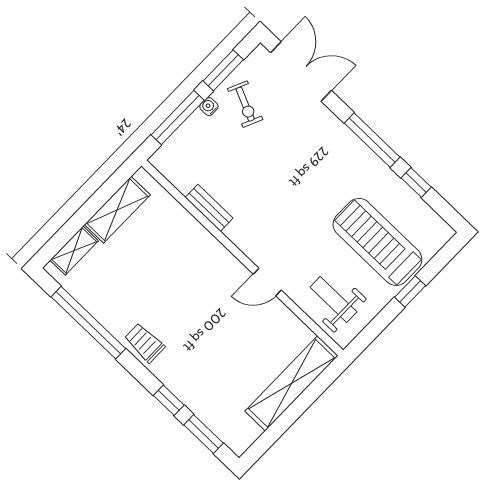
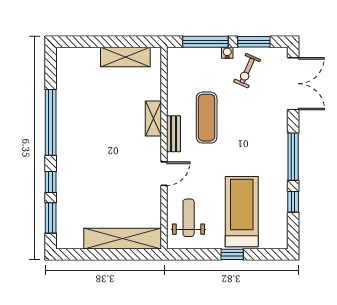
exercise mat: (253, 188) -> (207, 118), added
bench: (209, 208) -> (173, 134), moved
shelving: (74, 250) -> (153, 118), moved, turned 90
door: (267, 282) -> (164, 174), swing flipped
window: (88, 323) -> (51, 122), moved
trolley: (145, 343) -> (69, 140), removed

